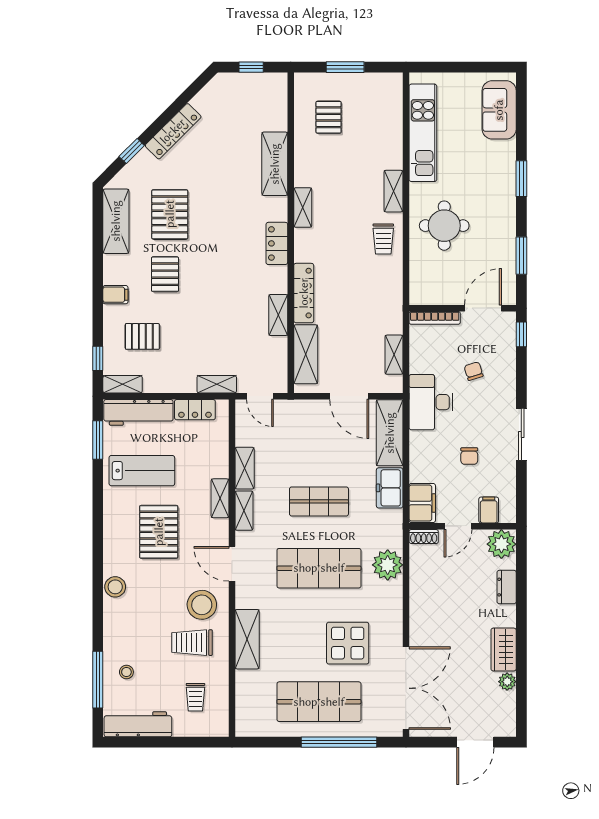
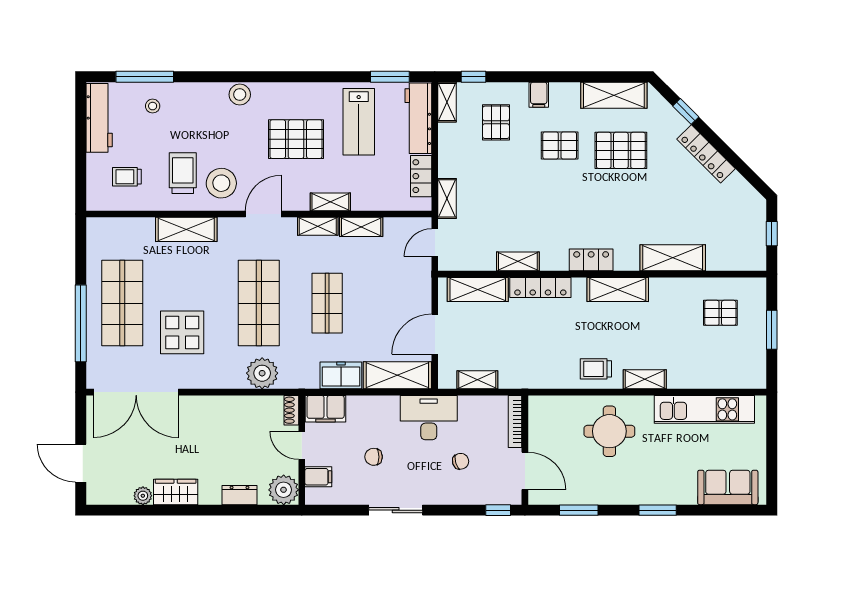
shelving: (303, 207) -> (618, 290), width x1.50, depth x1.33

